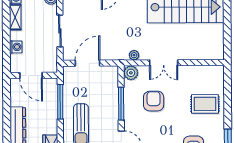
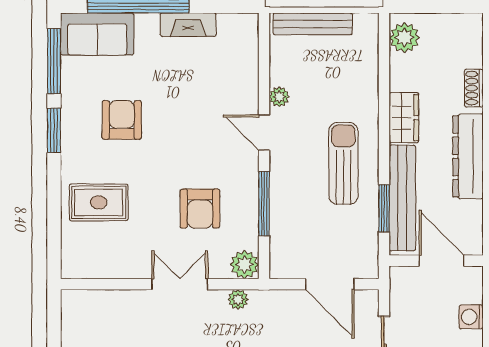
door: (88, 63) -> (330, 284), hinge flipped
window: (60, 102) -> (384, 208), width x0.69
bench: (51, 107) -> (402, 198), added

